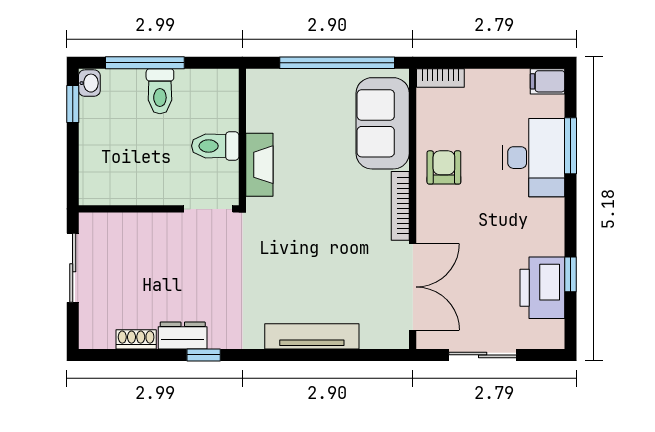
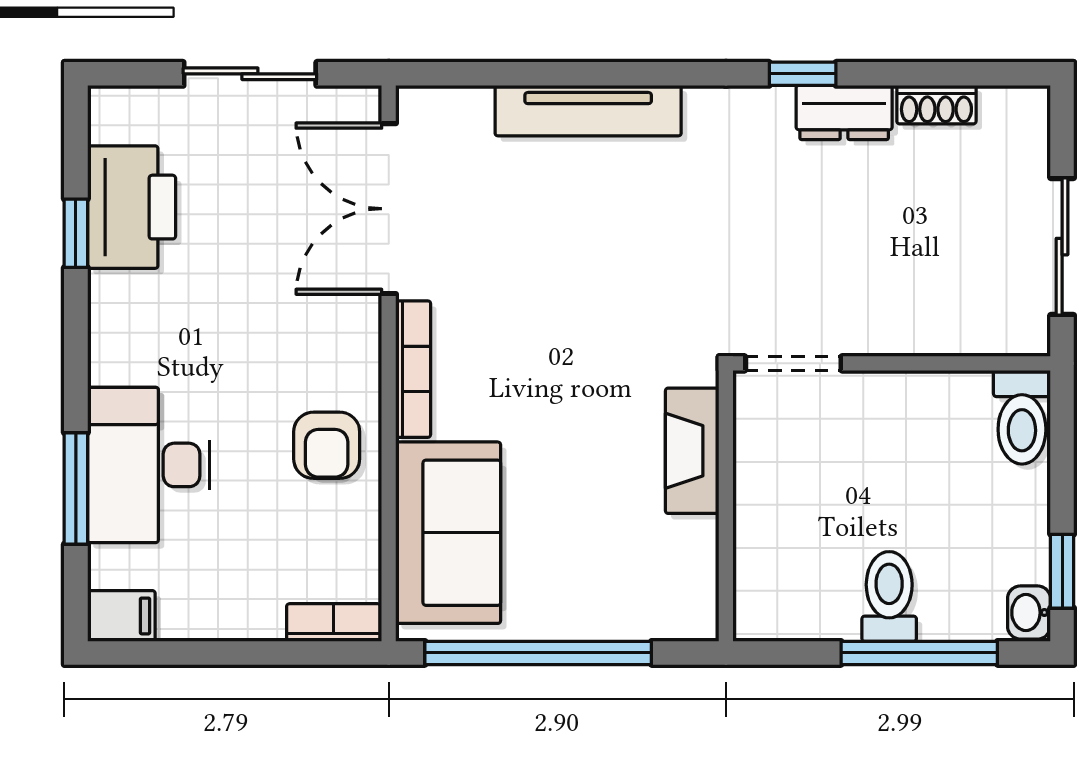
toilet: (215, 146) -> (1022, 417), moved, turned 90

